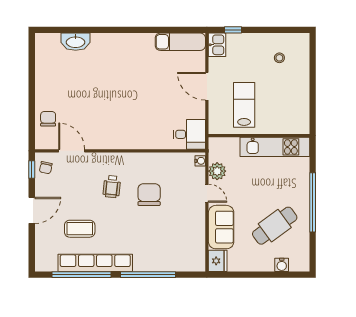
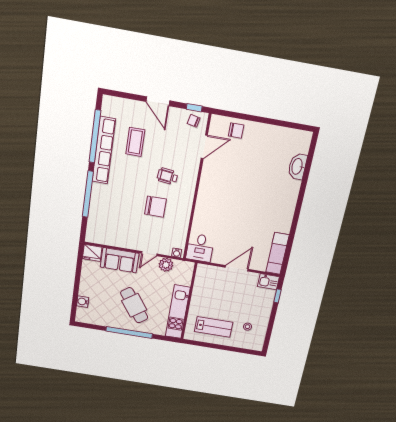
lab bench: (244, 105) -> (214, 327), moved
cafe table: (275, 226) -> (134, 305), moved

